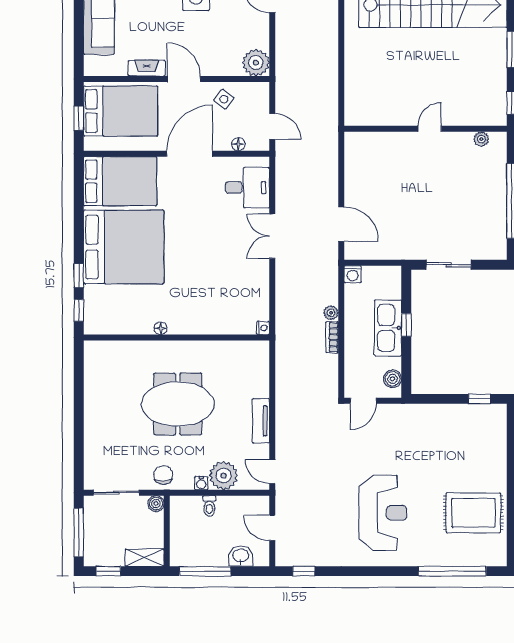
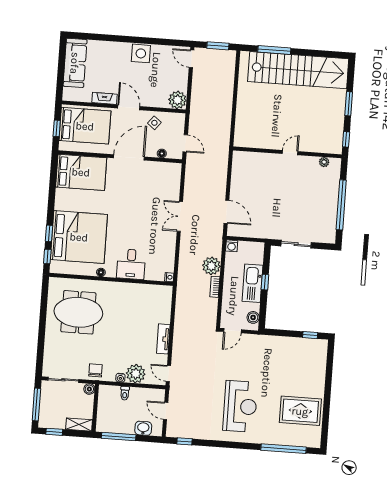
desk: (247, 188) -> (131, 264), moved, turned 90
bed: (124, 247) -> (79, 237), moved
plant: (331, 313) -> (211, 266), width x1.87, depth x1.87
meeting table: (178, 404) -> (78, 312), moved

